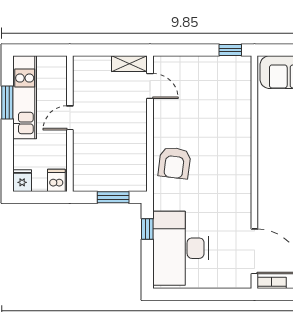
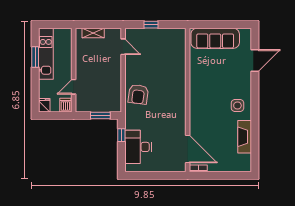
window: (230, 50) -> (151, 25), moved
shelving: (129, 64) -> (93, 33), moved
door: (70, 118) -> (74, 87), moved
desk: (181, 248) -> (138, 147), width x0.73, depth x0.77

